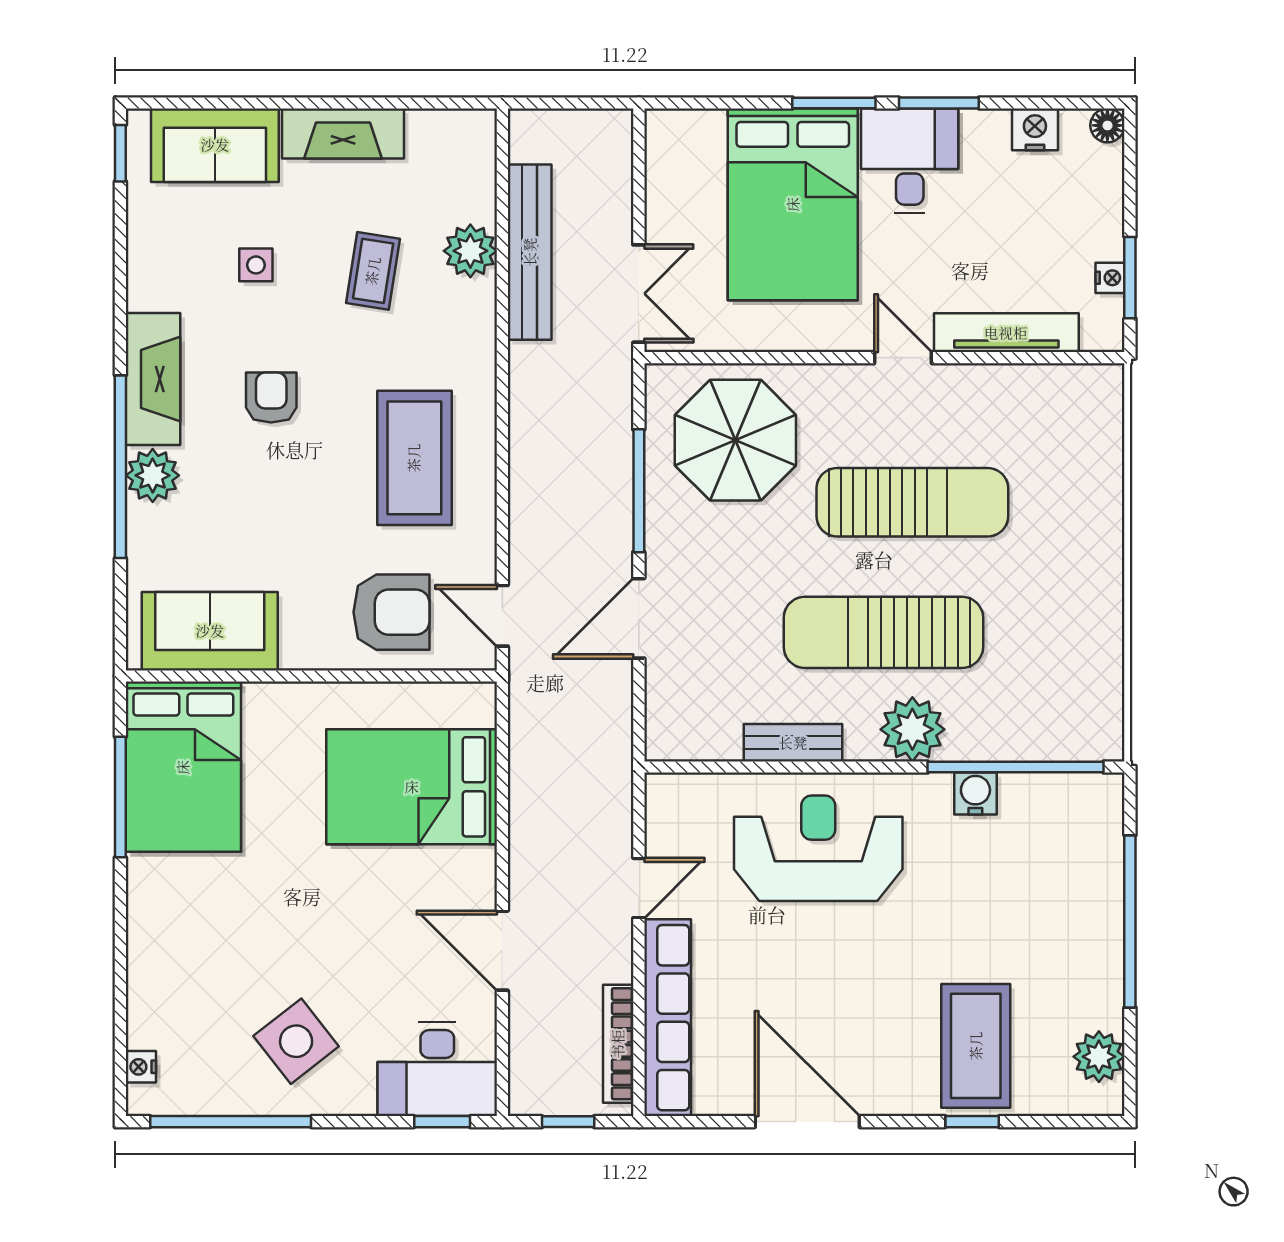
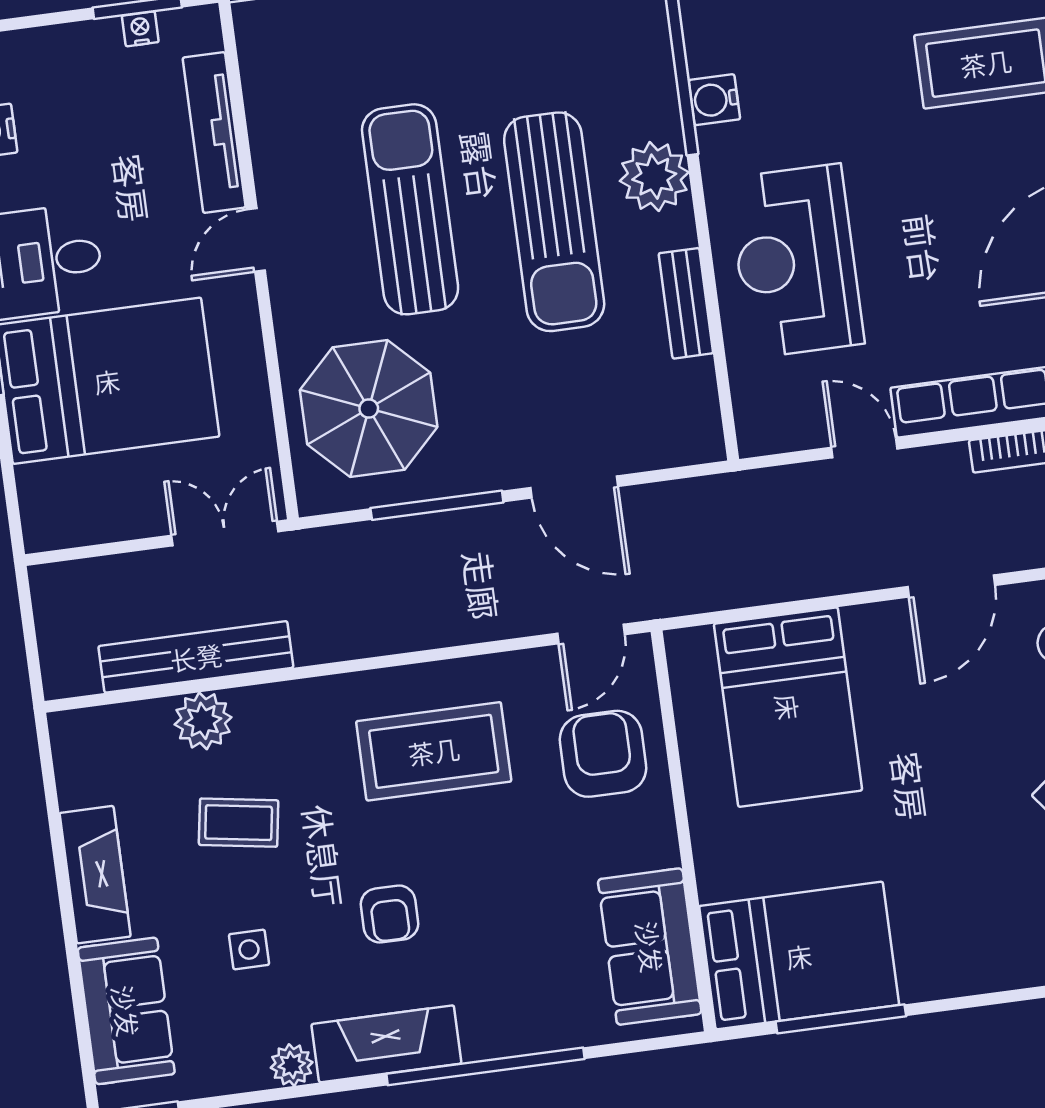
armchair: (271, 398) -> (389, 914), turned -90
plant: (153, 475) -> (292, 1065), moved, width x0.73, depth x0.73

